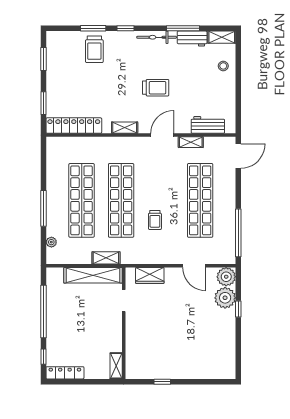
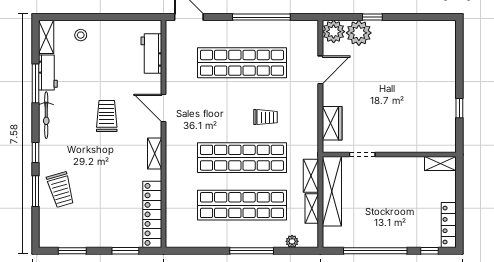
trolley: (94, 49) -> (61, 190), turned 74
shelving: (191, 142) -> (312, 208), moved
window: (238, 233) -> (261, 17), moved

